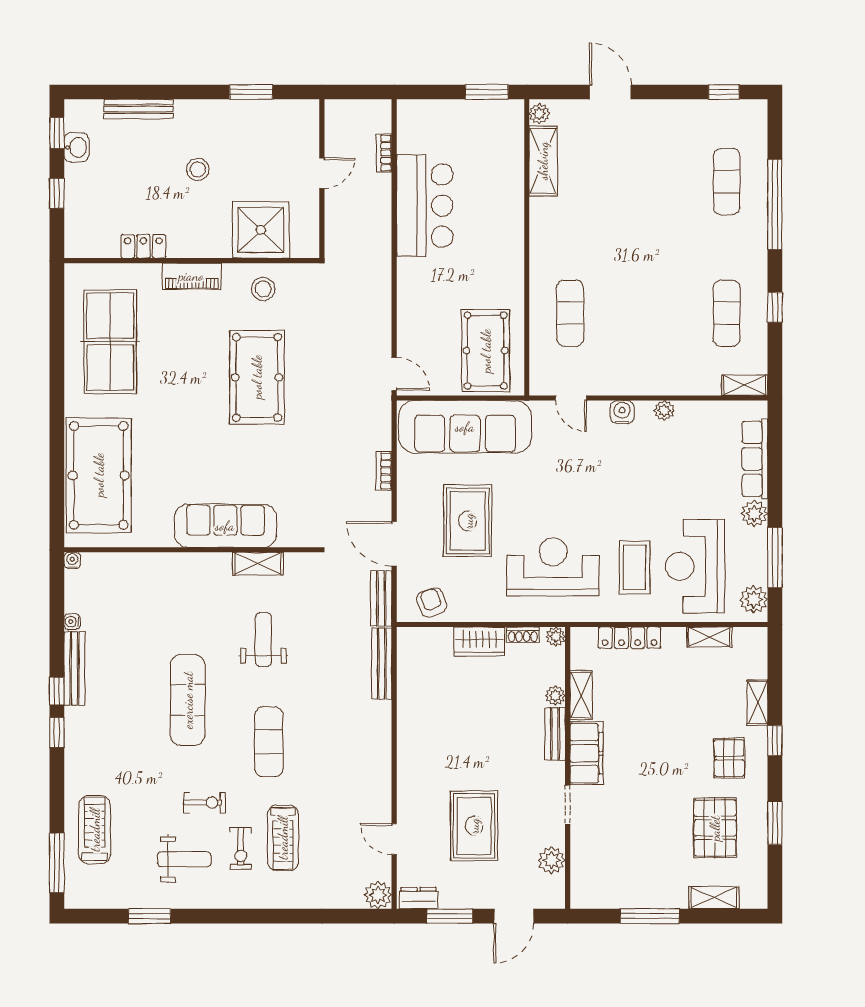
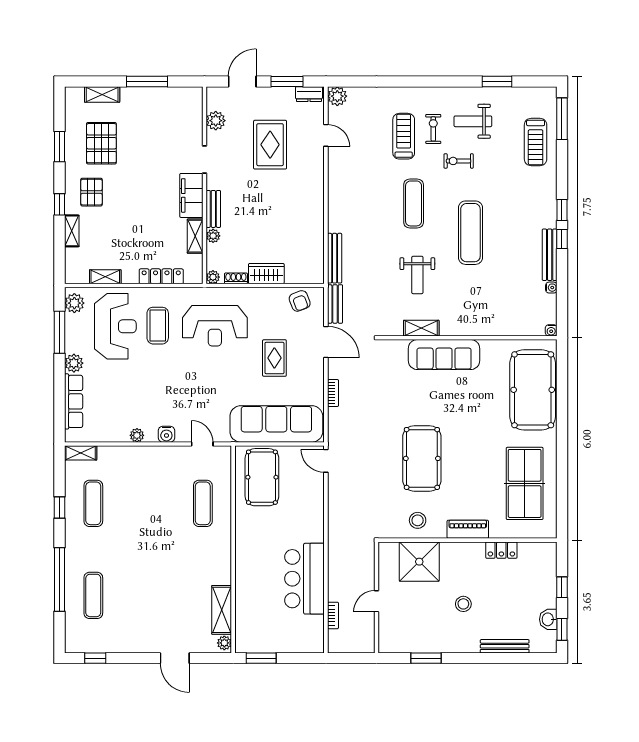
rug: (468, 521) -> (274, 358), width x0.73, depth x0.70

